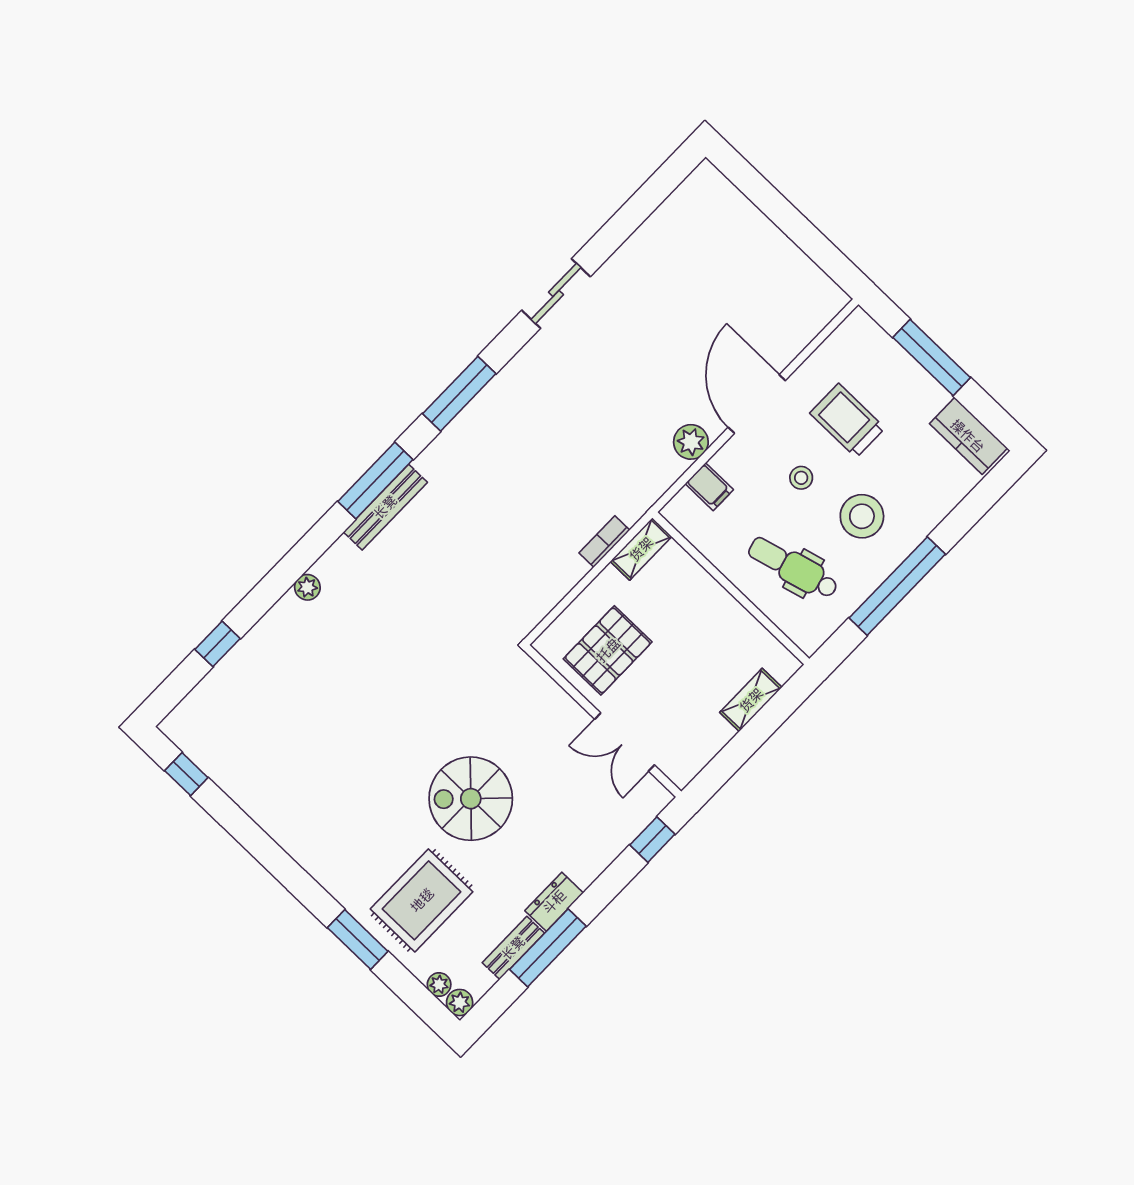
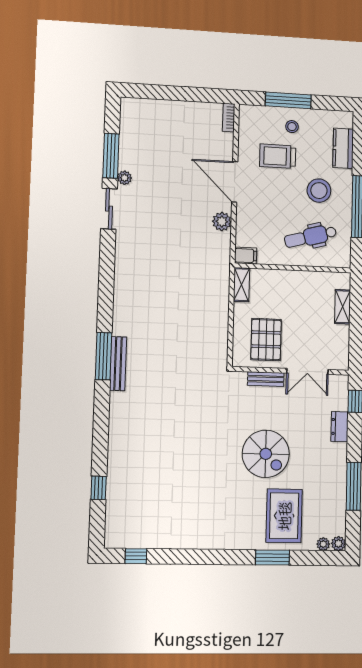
window: (459, 394) -> (111, 156), moved
kitchen counter: (968, 436) -> (343, 148), moved, turned 90
stool: (801, 478) -> (292, 127), moved
filing cabinet: (709, 487) -> (246, 256), moved
bookcase: (604, 542) -> (229, 118), moved
plant: (307, 587) -> (125, 178), moved
spiral stairs: (471, 799) -> (266, 454), turned -90
dresser: (554, 902) -> (340, 427), moved
bench: (513, 948) -> (266, 379), moved, turned 90

